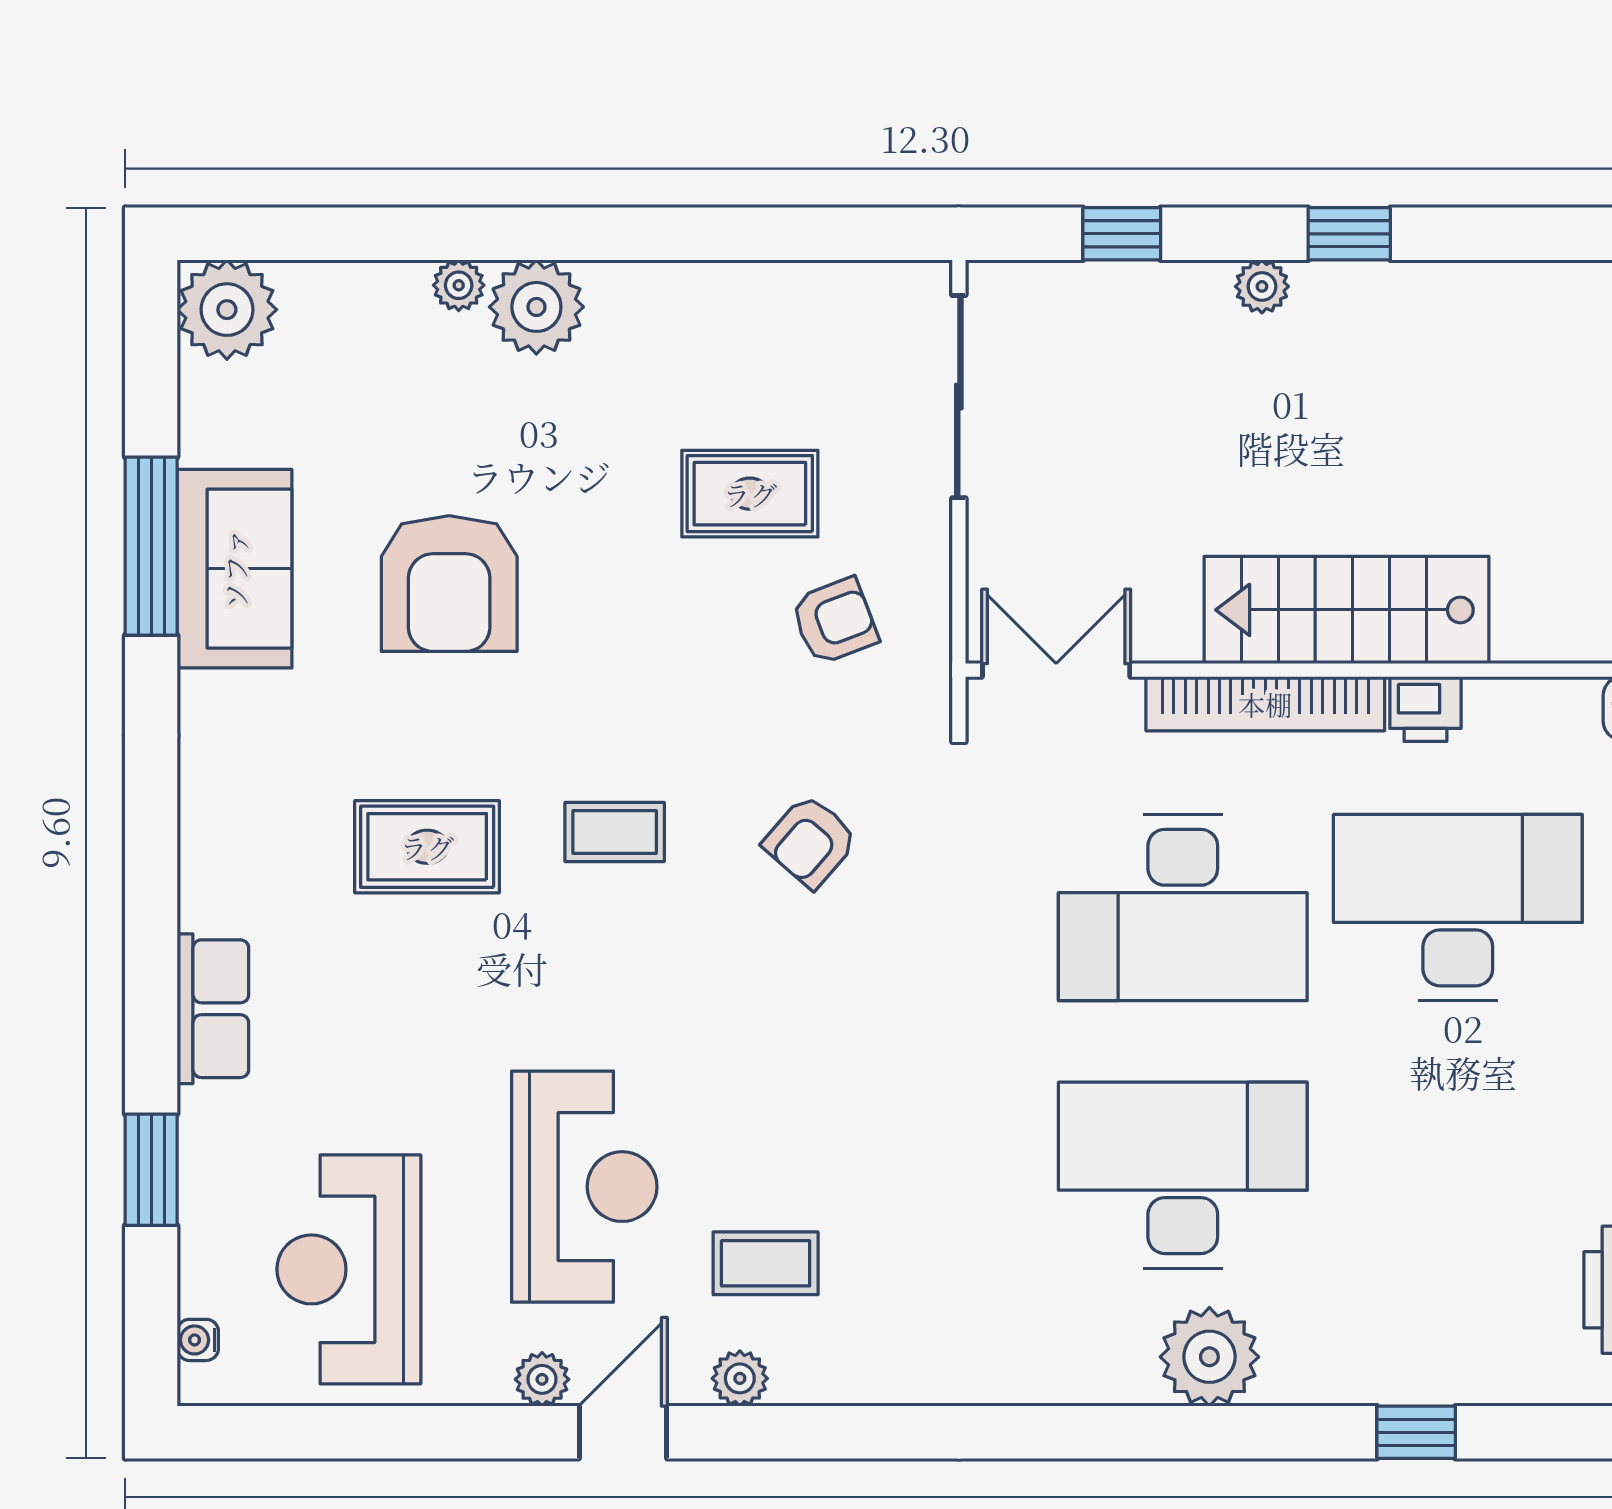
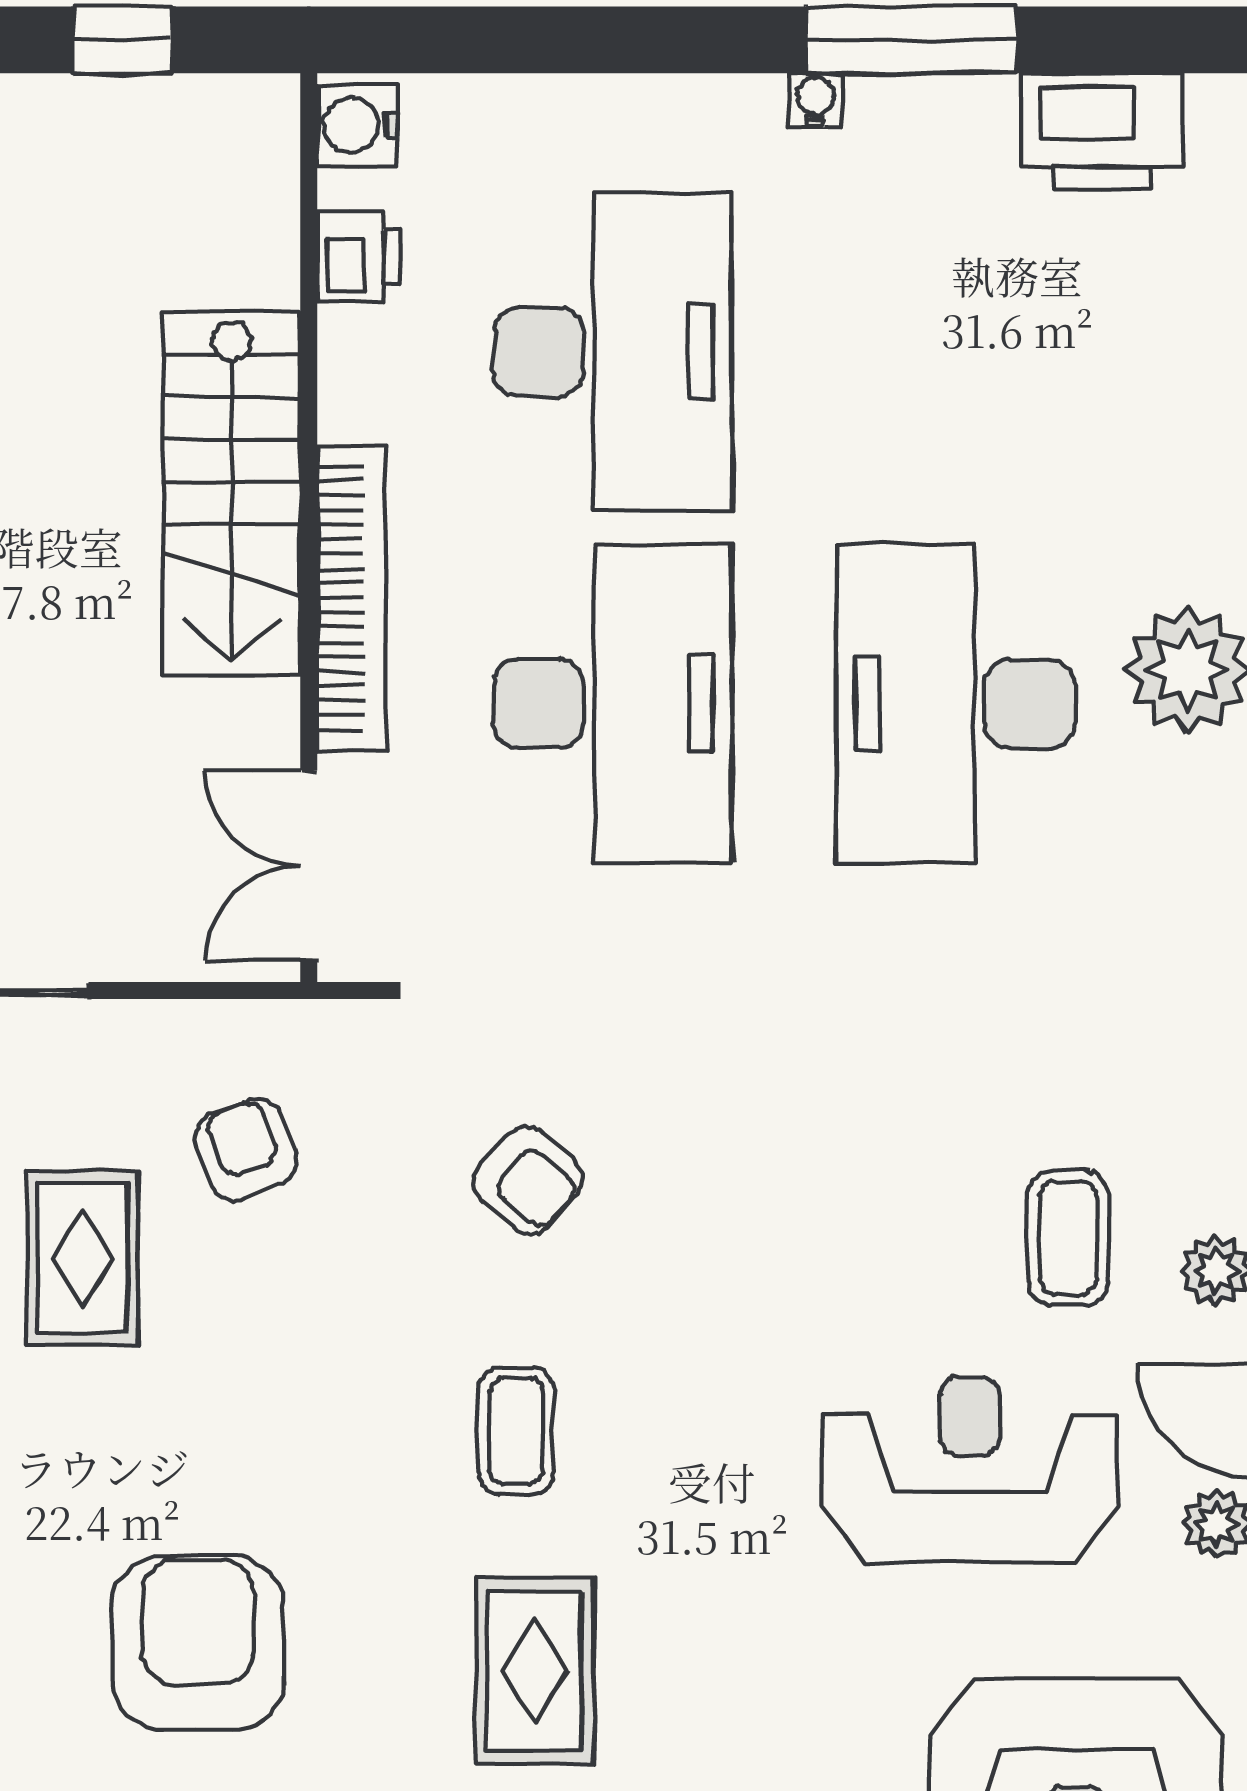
armchair: (449, 584) -> (198, 1643), turned -90
printer: (1425, 709) -> (359, 257), moved
desk: (1458, 908) -> (613, 352), turned 180

